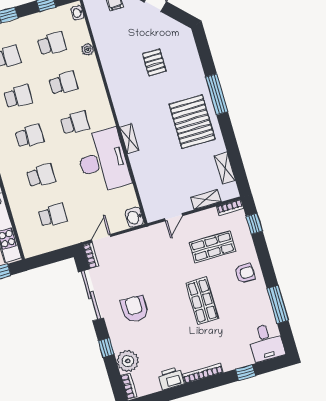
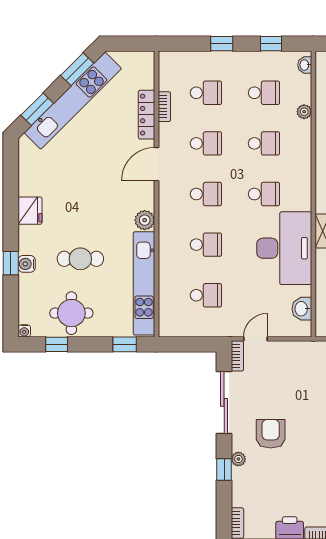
washbasin: (134, 217) -> (302, 309), moved
plant: (128, 361) -> (238, 459), moved, width x0.53, depth x0.53

